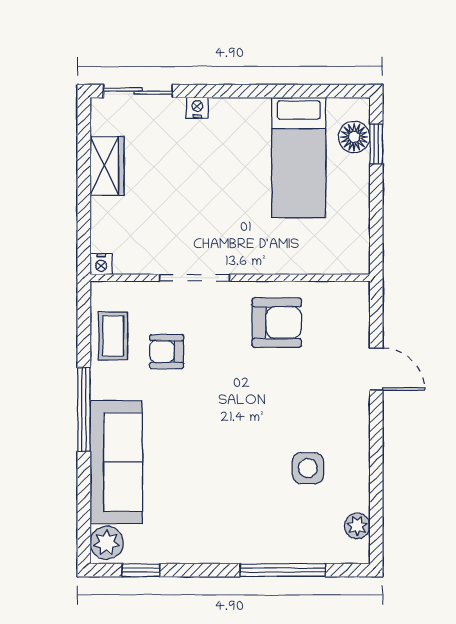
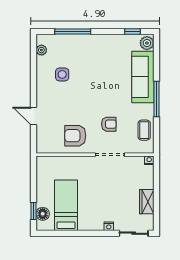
armchair: (167, 352) -> (109, 124), moved

